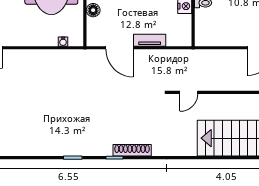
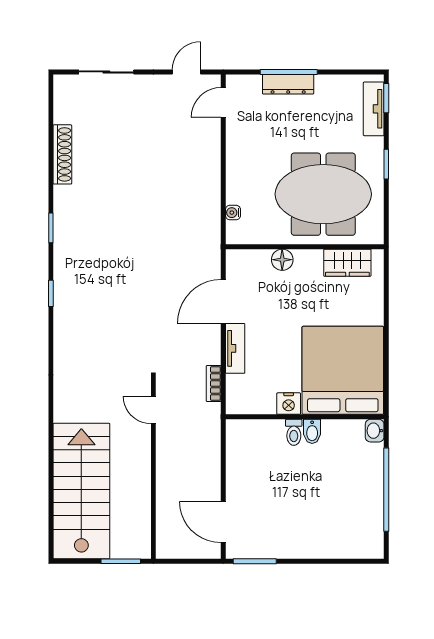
bookcase: (172, 54) -> (214, 383), added
shoe rack: (132, 150) -> (62, 154), moved

